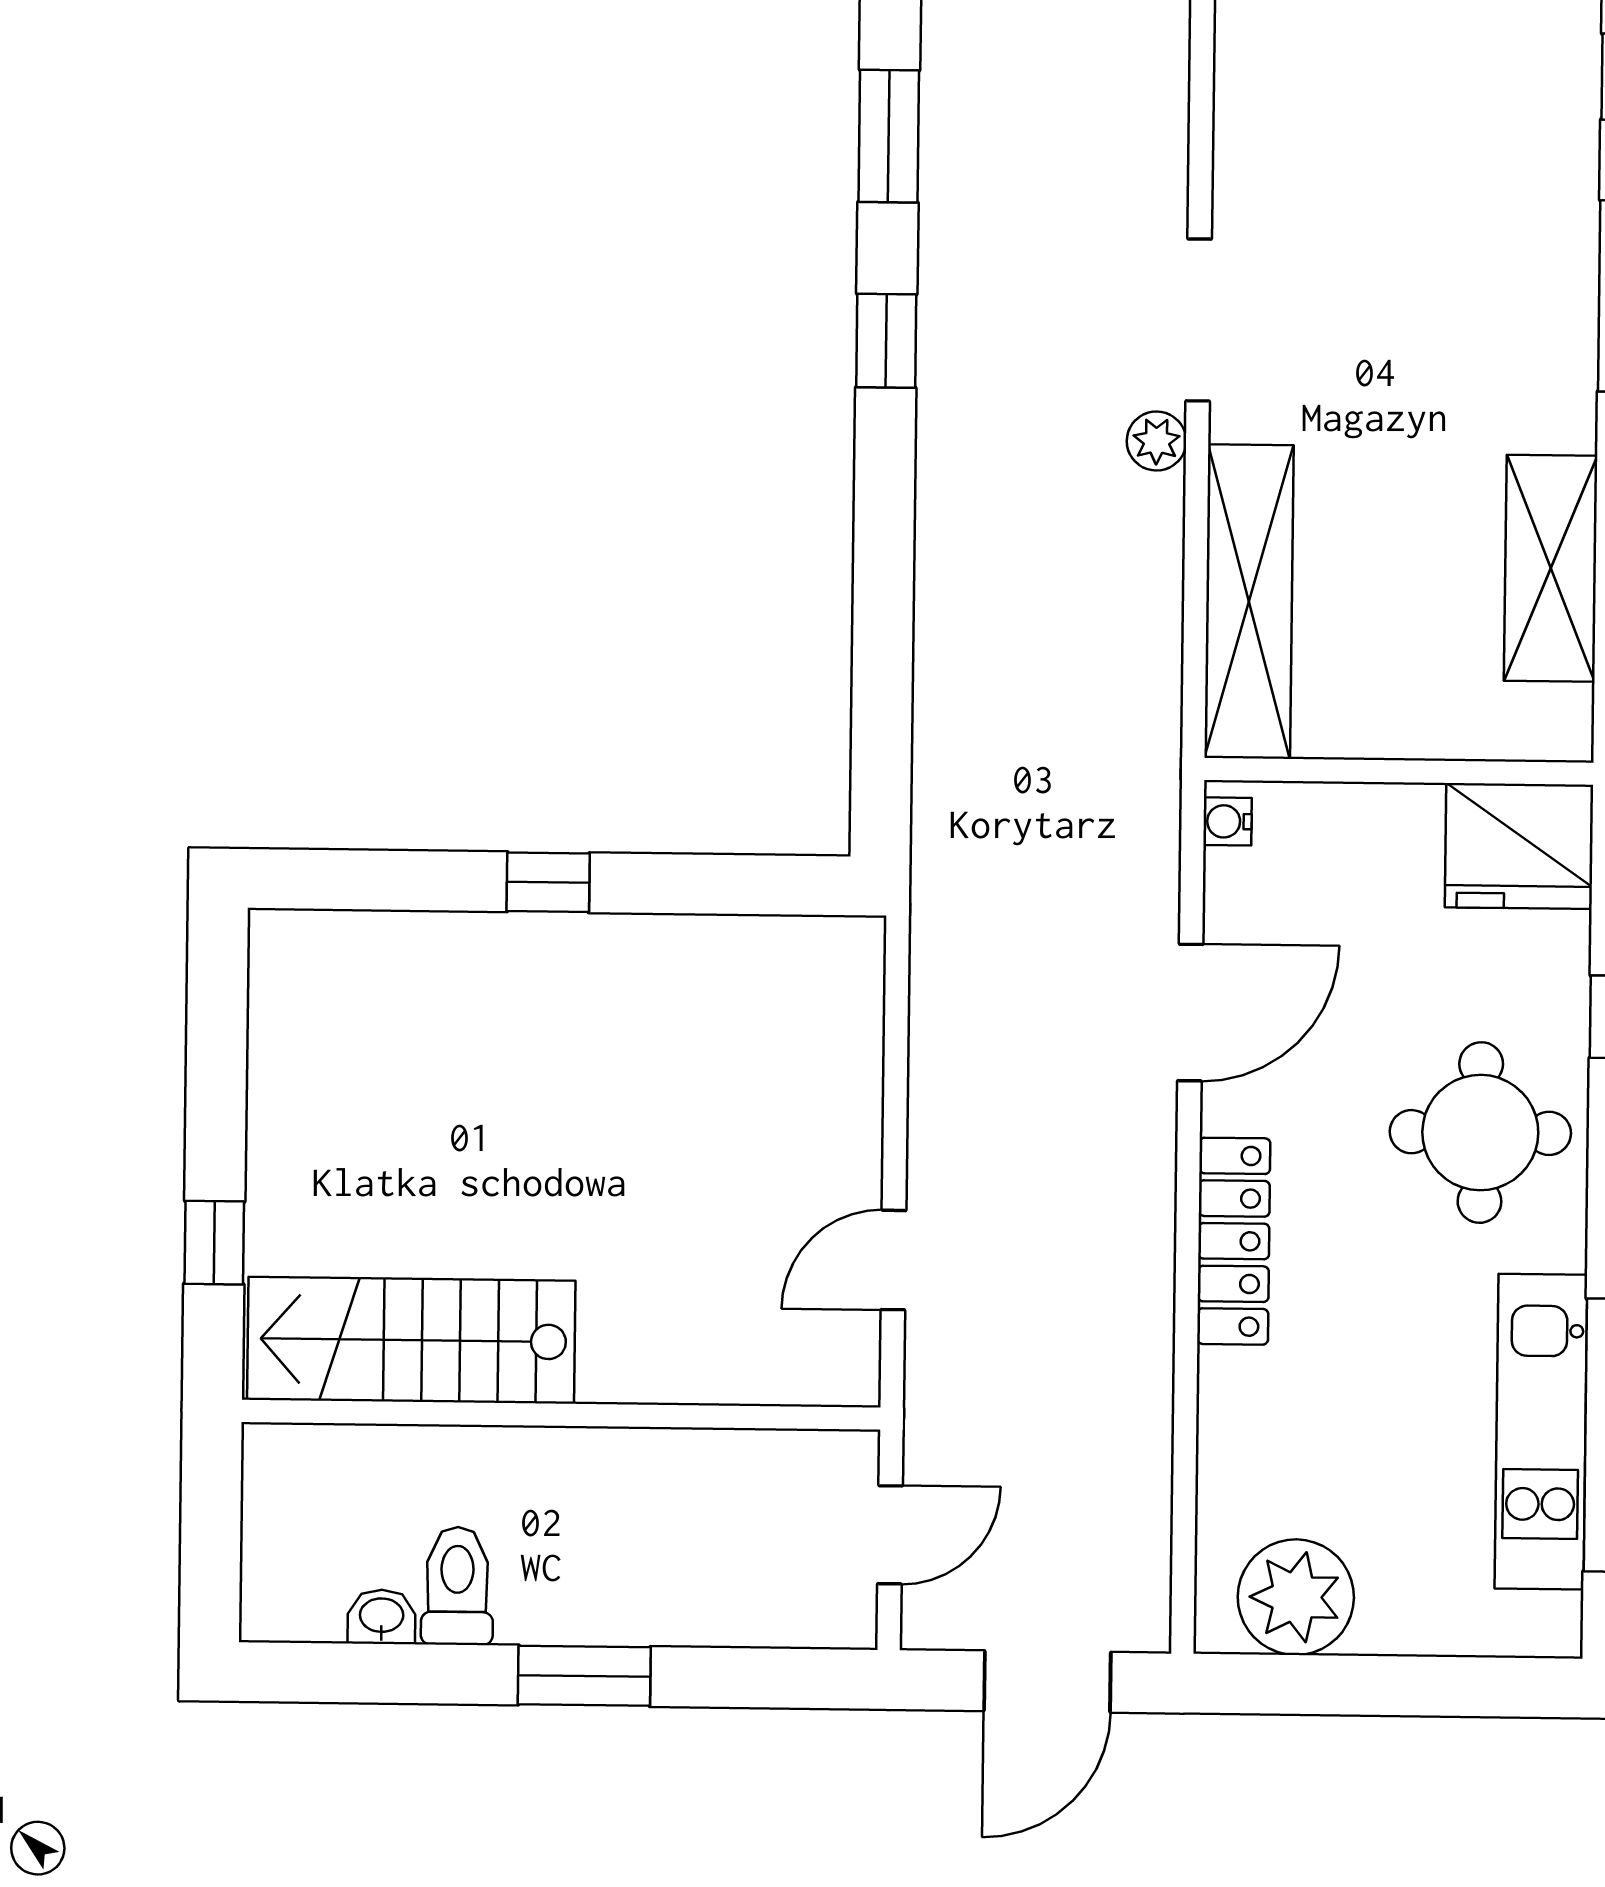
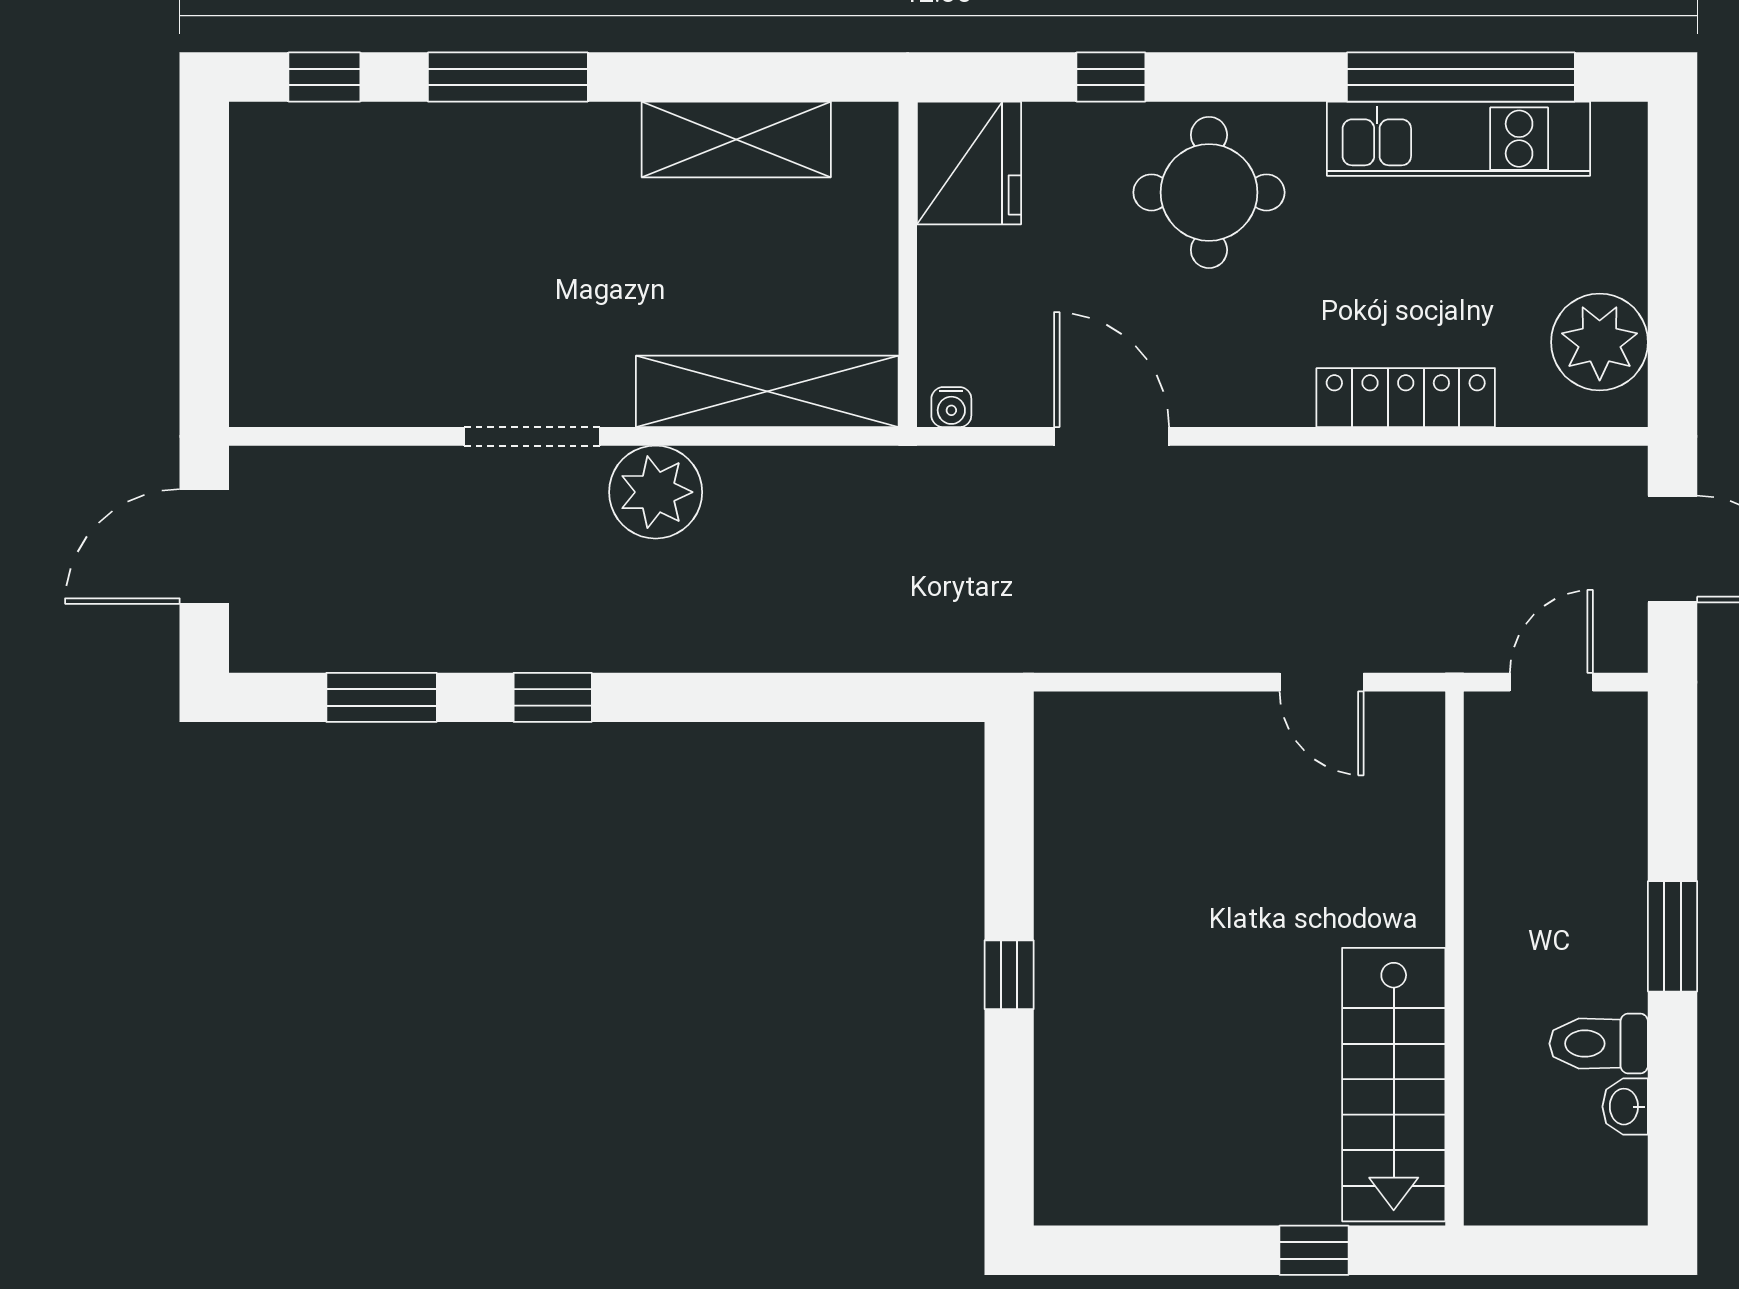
plant: (1157, 441) -> (656, 492), width x1.88, depth x1.88
locker: (1234, 1241) -> (1406, 398), moved
door: (890, 1535) -> (1551, 682), hinge flipped

